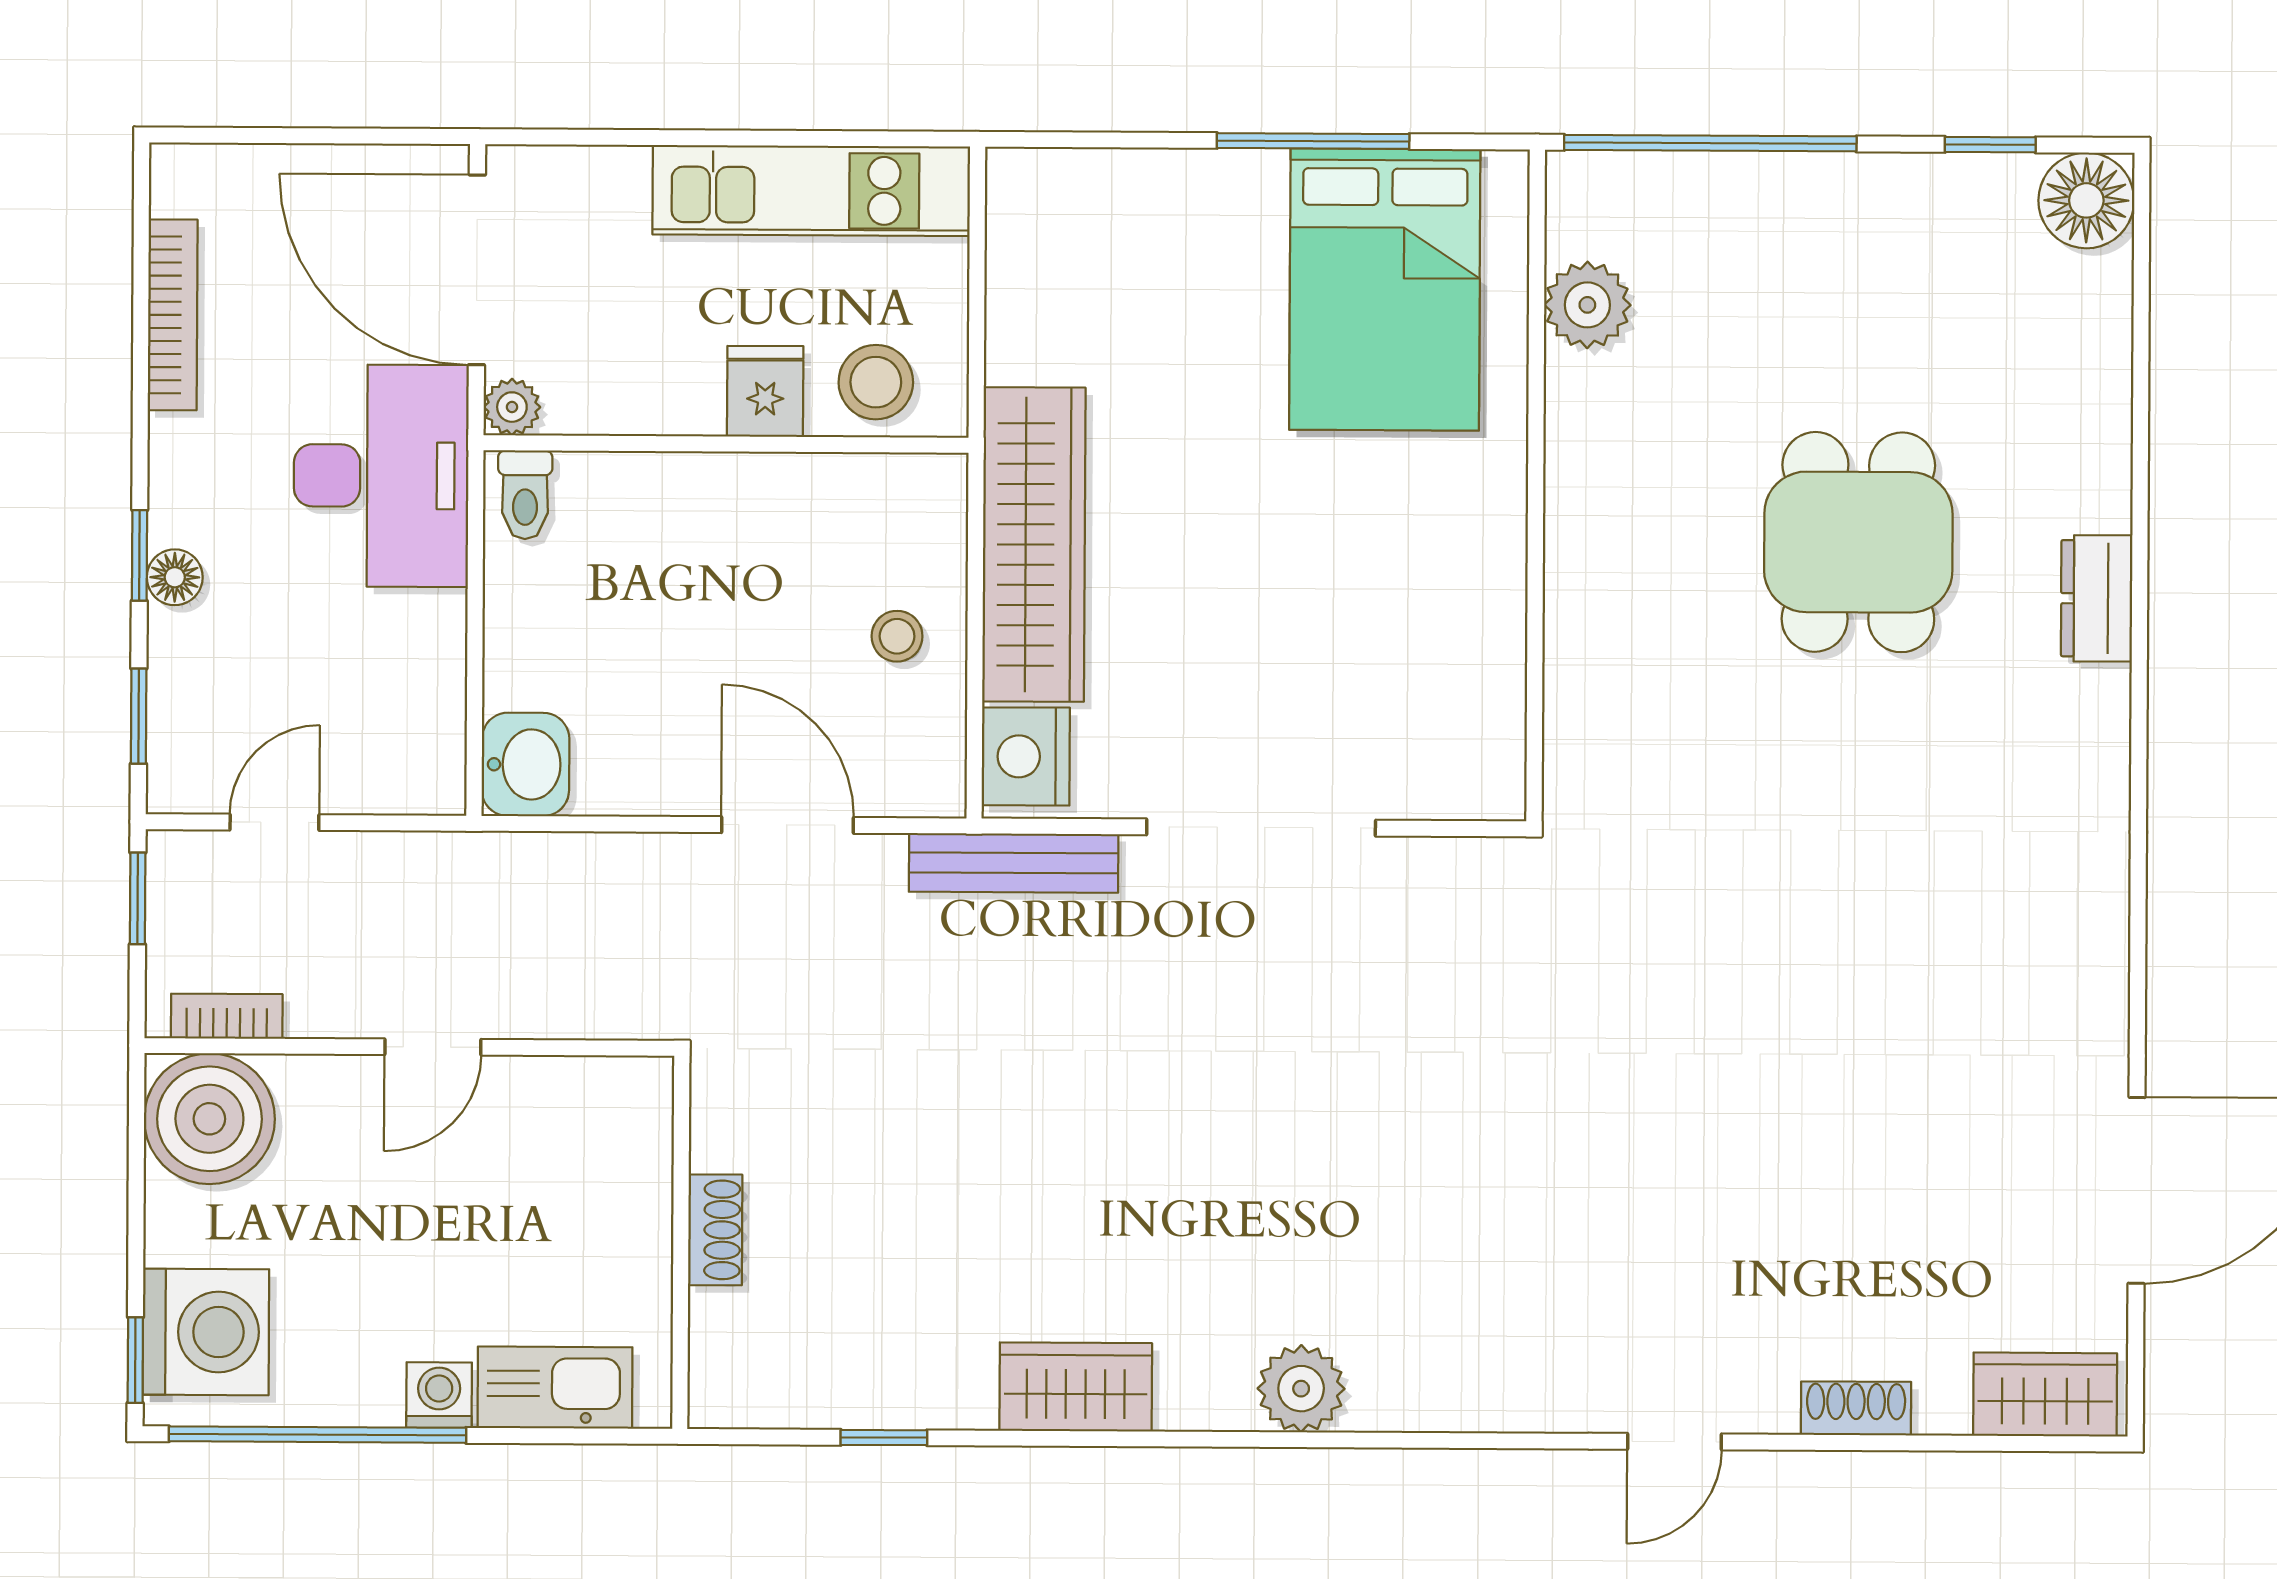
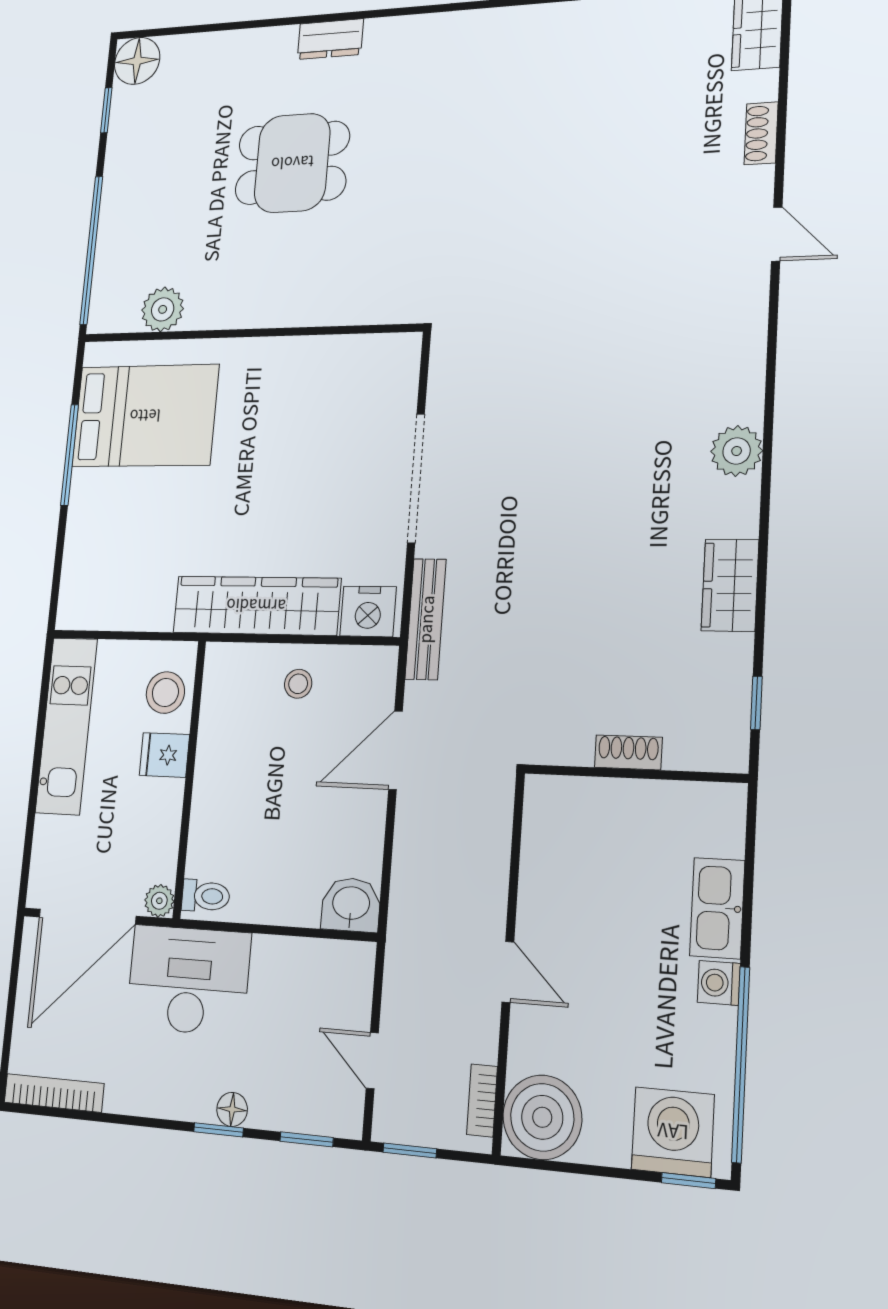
bookcase: (173, 315) -> (54, 1093), moved
shoe rack: (715, 1230) -> (628, 752), moved
wall: (681, 1242) -> (635, 774), moved

